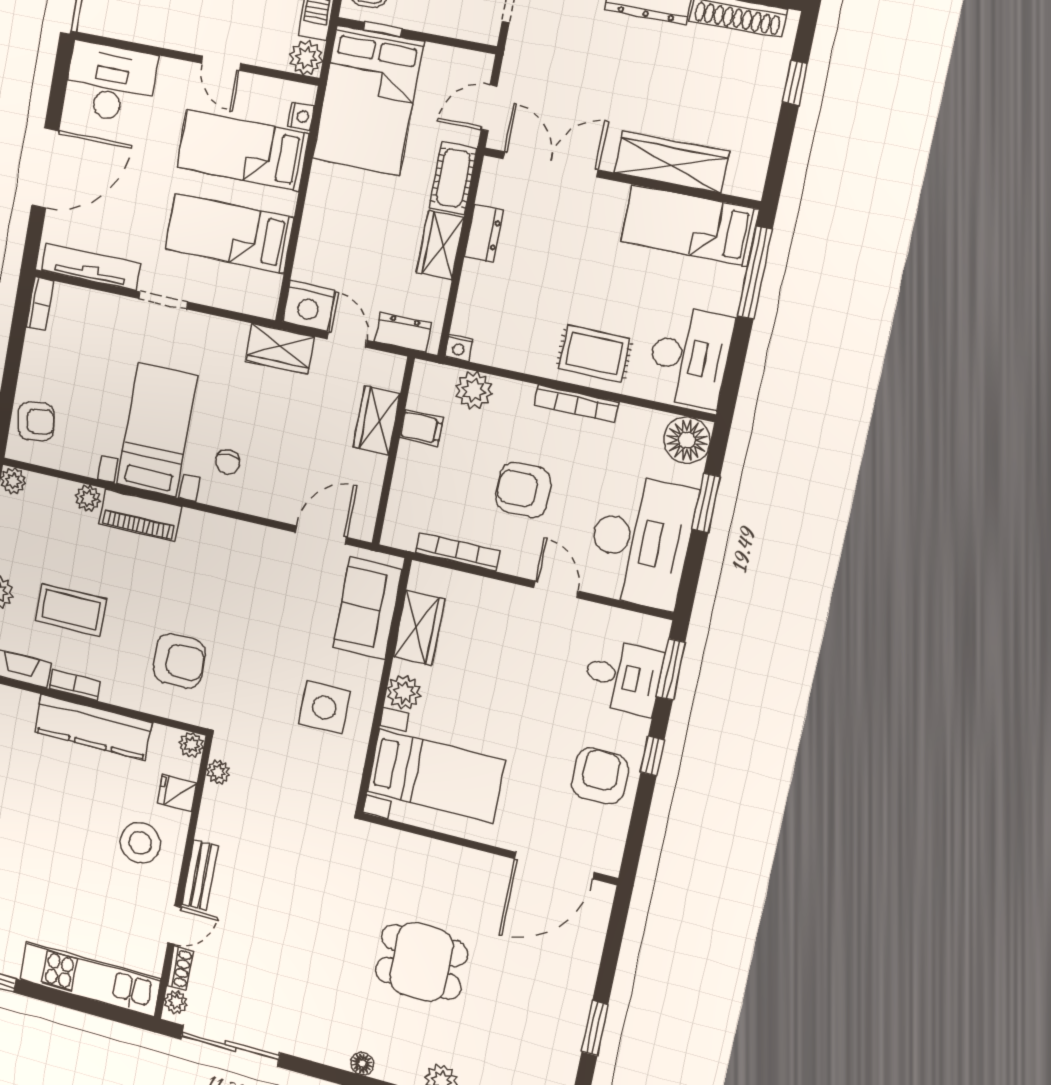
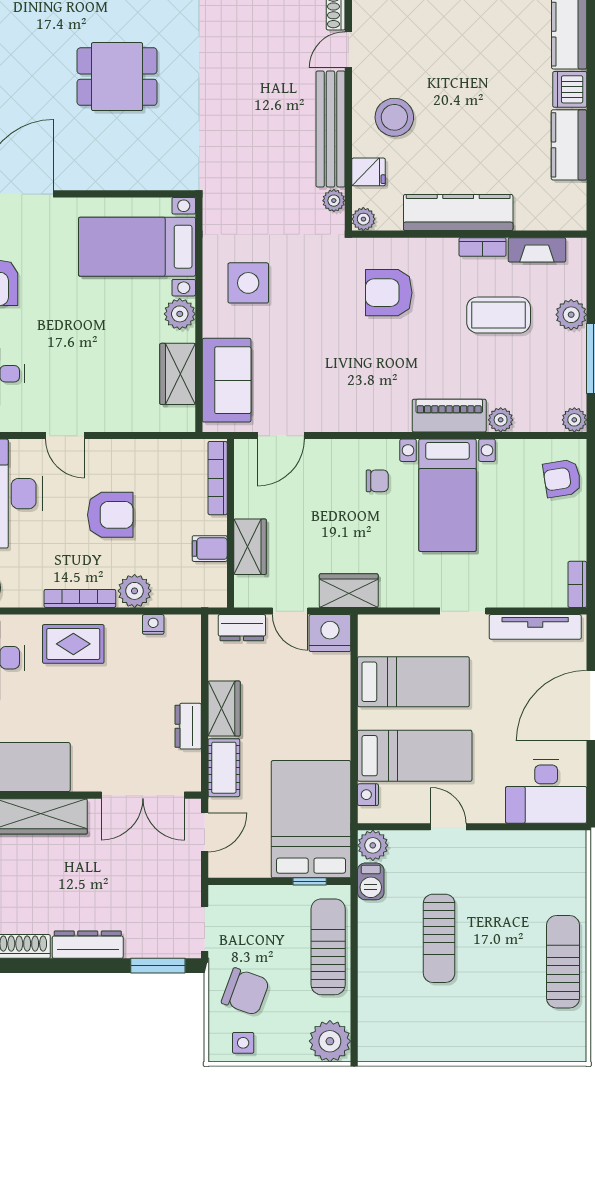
nightstand: (459, 348) -> (153, 624), moved
plant: (474, 390) -> (135, 591), moved
chair: (228, 462) -> (377, 481), turned 90
bookcase: (457, 552) -> (218, 478), moved, turned 90
bench: (200, 875) -> (330, 129), width x1.86, depth x1.21

